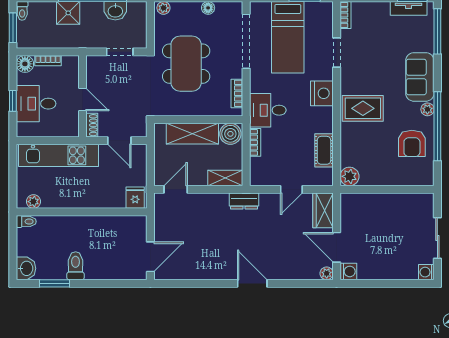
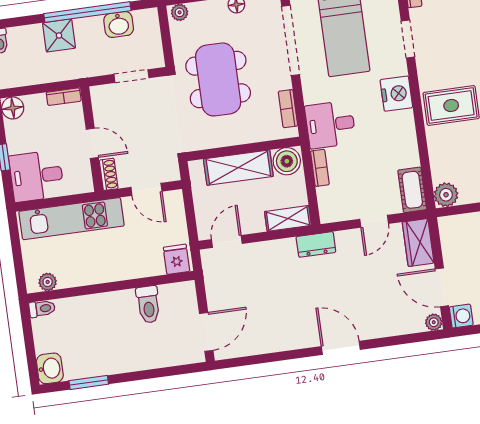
bookcase: (48, 61) -> (64, 97), moved
desk: (36, 104) -> (37, 176), moved
cot: (324, 150) -> (412, 190), moved
toilet: (76, 266) -> (148, 304), moved, turned 180

